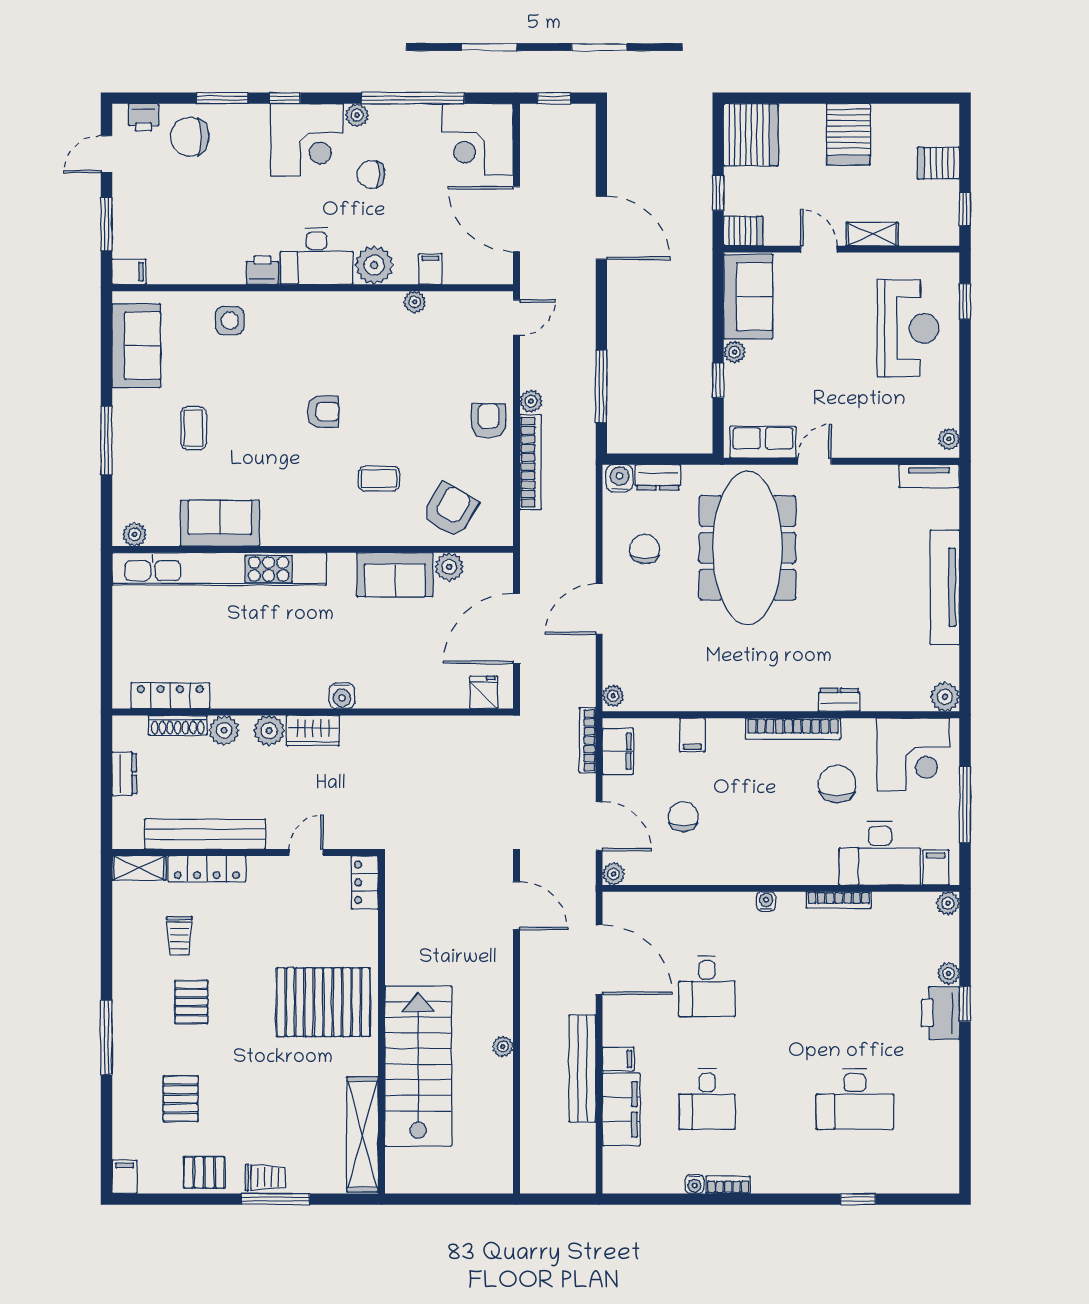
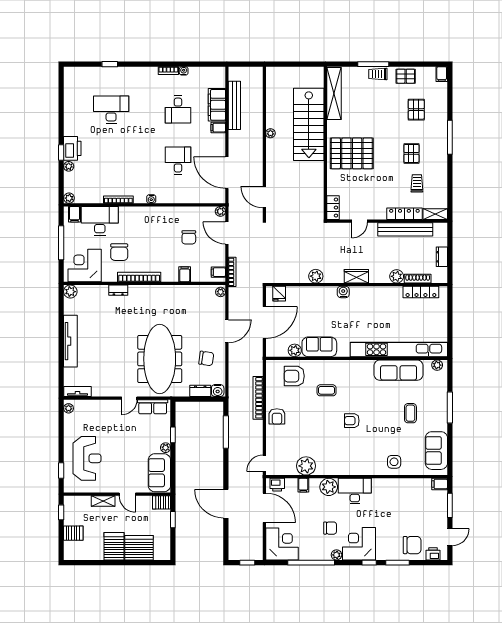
server rack: (751, 135) -> (139, 548), moved, turned 90
printer: (262, 270) -> (277, 485), moved
plant: (415, 302) -> (306, 466), width x1.87, depth x1.87
reception desk: (908, 328) -> (87, 458), turned 180
plant: (531, 401) -> (258, 425), removed
armchair: (450, 510) -> (294, 376), turned 60
sofa: (220, 523) -> (399, 370), width x1.36
chair: (645, 549) -> (206, 358), turned -82
plant: (269, 731) -> (316, 276), moved
filing cabinet: (618, 751) -> (218, 272), width x0.50
bench: (582, 1068) -> (234, 105), moved
desk: (707, 1099) -> (178, 110), turned 180

